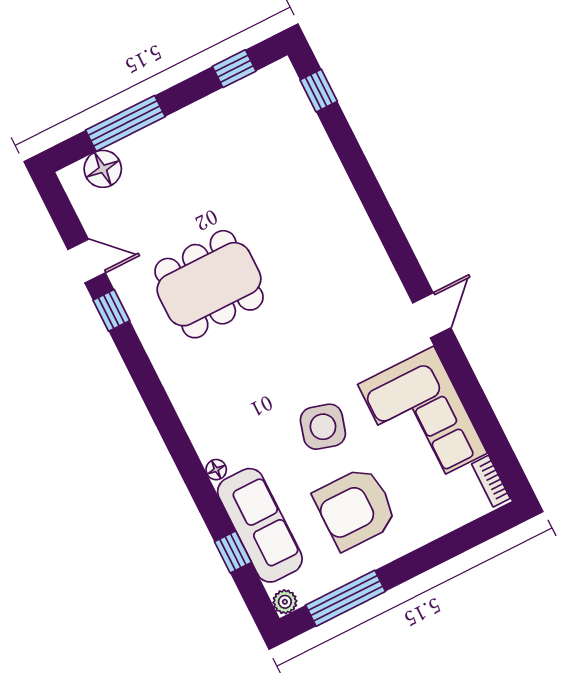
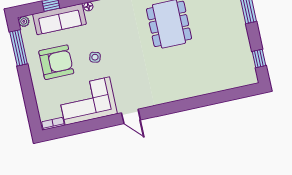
window: (319, 91) -> (240, 93), removed
side table: (323, 427) -> (95, 57), width x0.54, depth x0.54
armchair: (355, 508) -> (56, 62), turned 90

